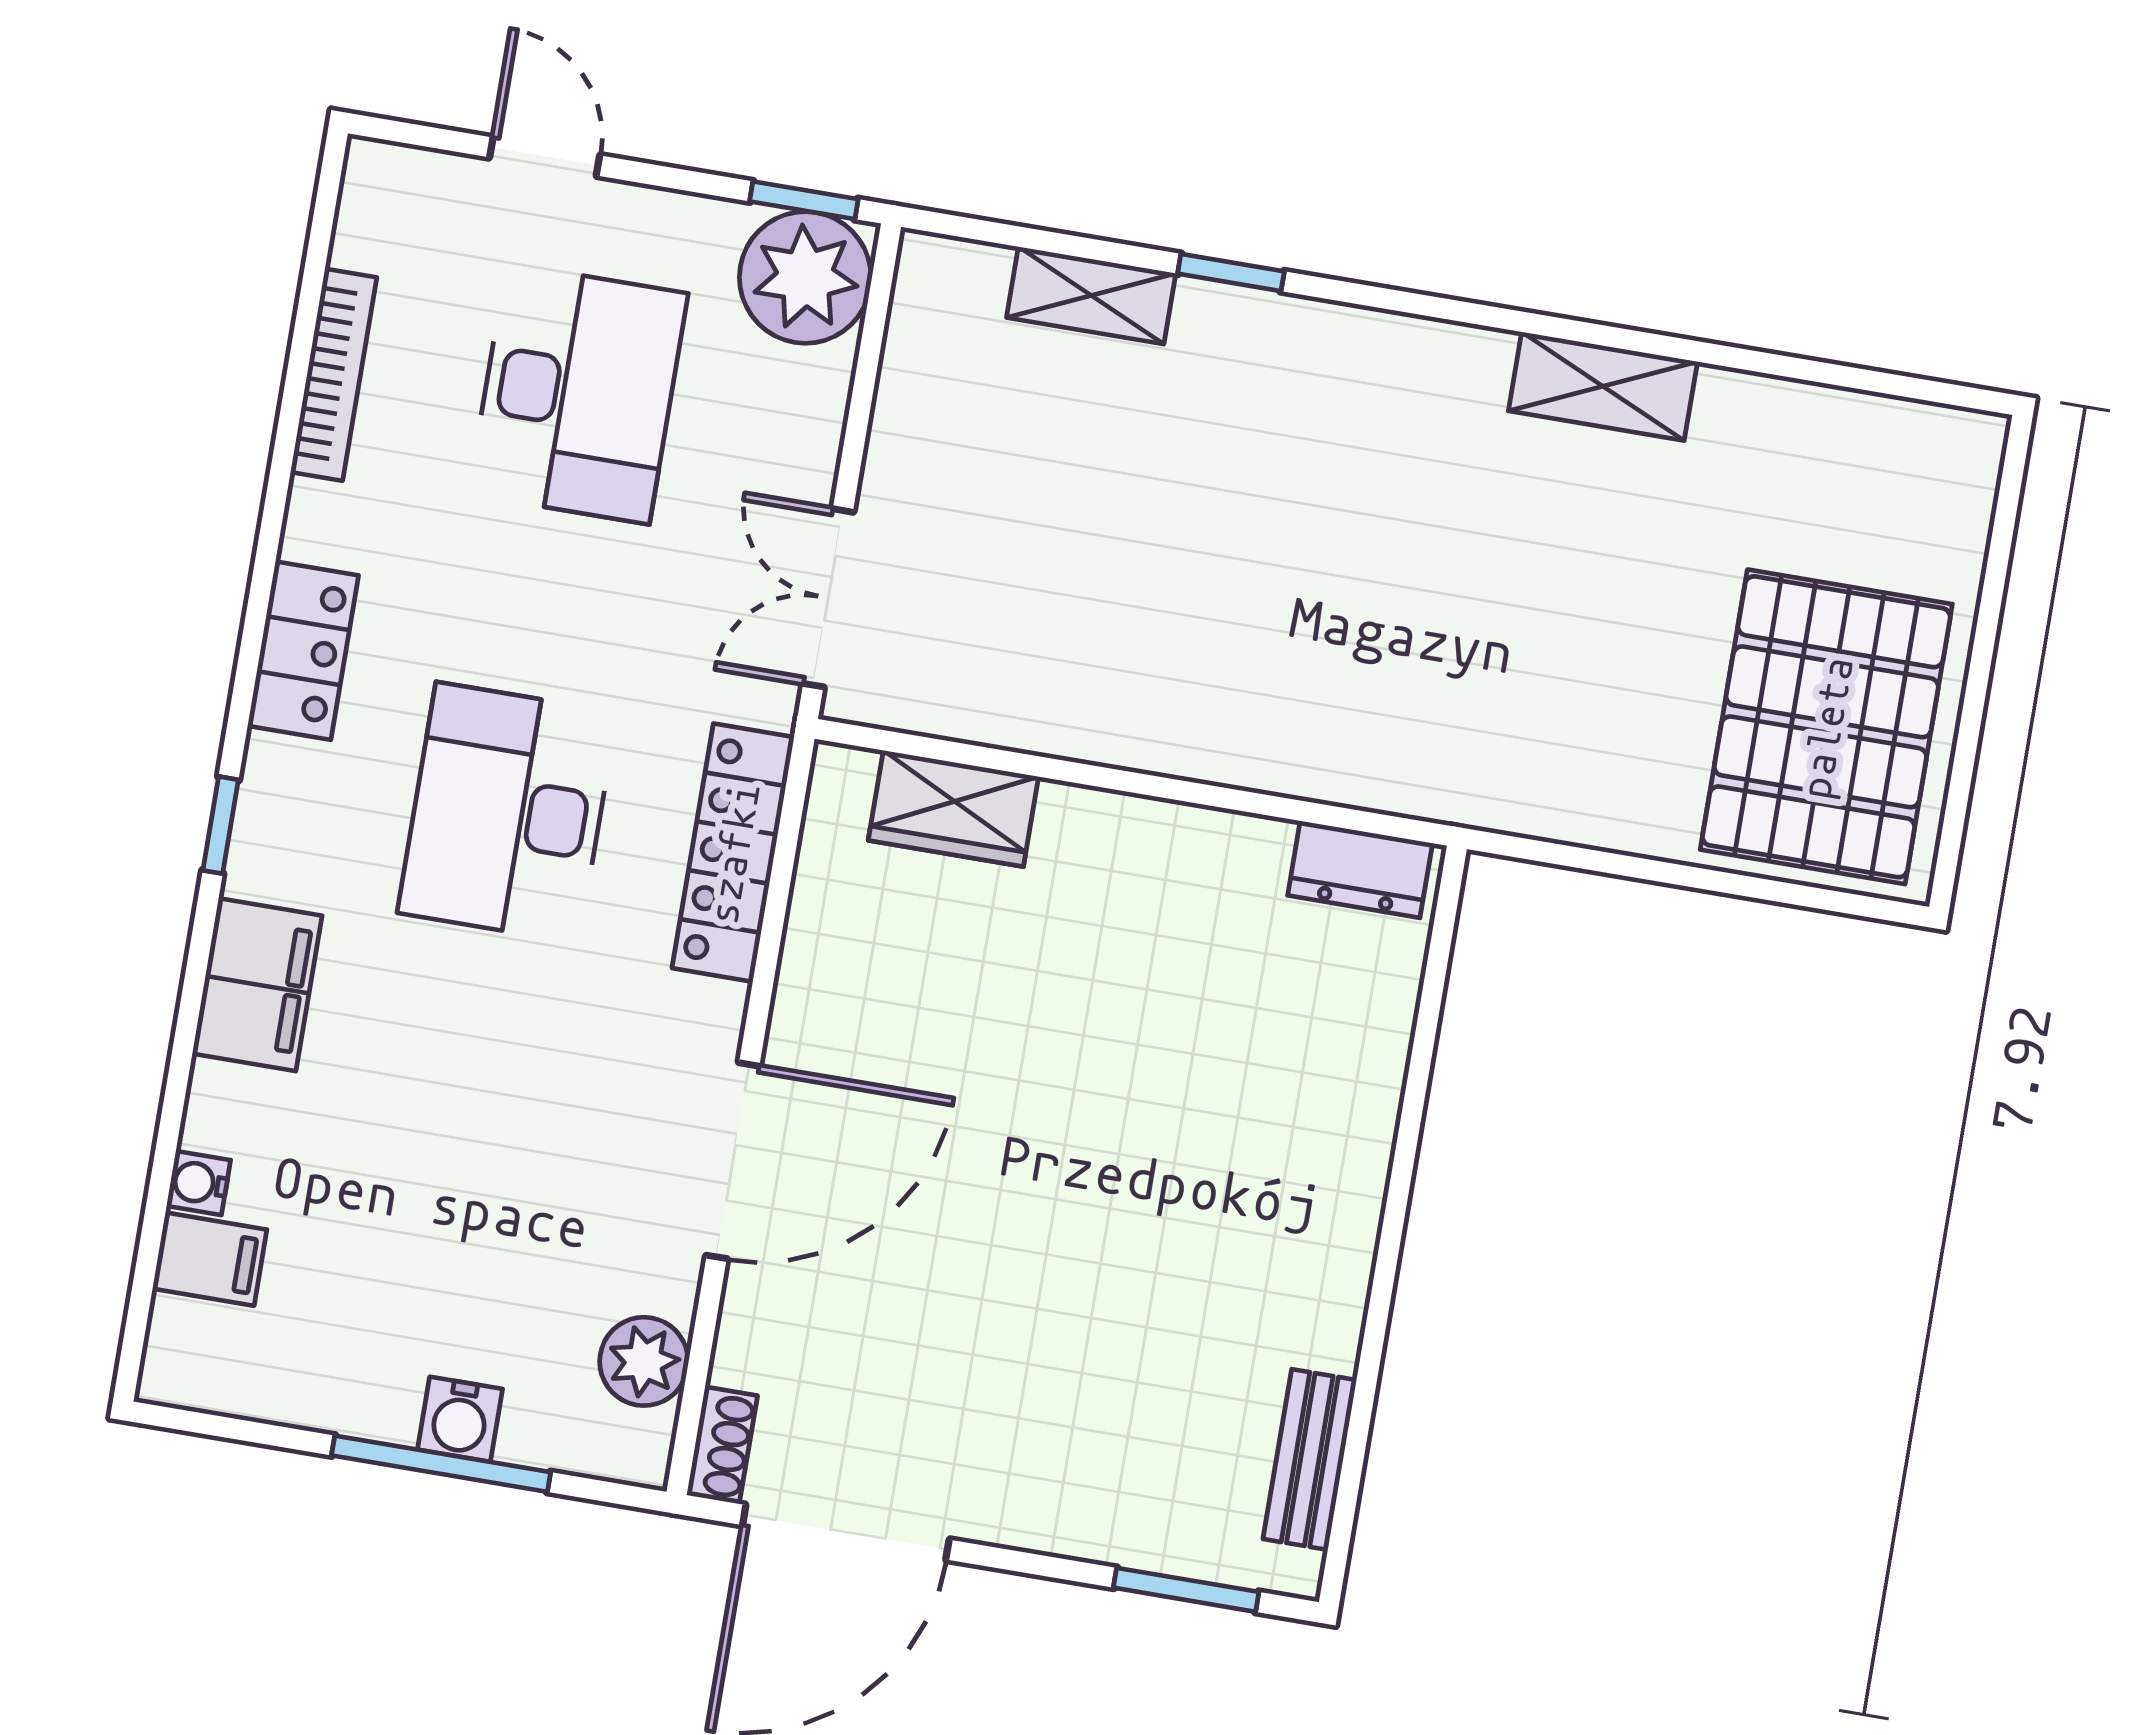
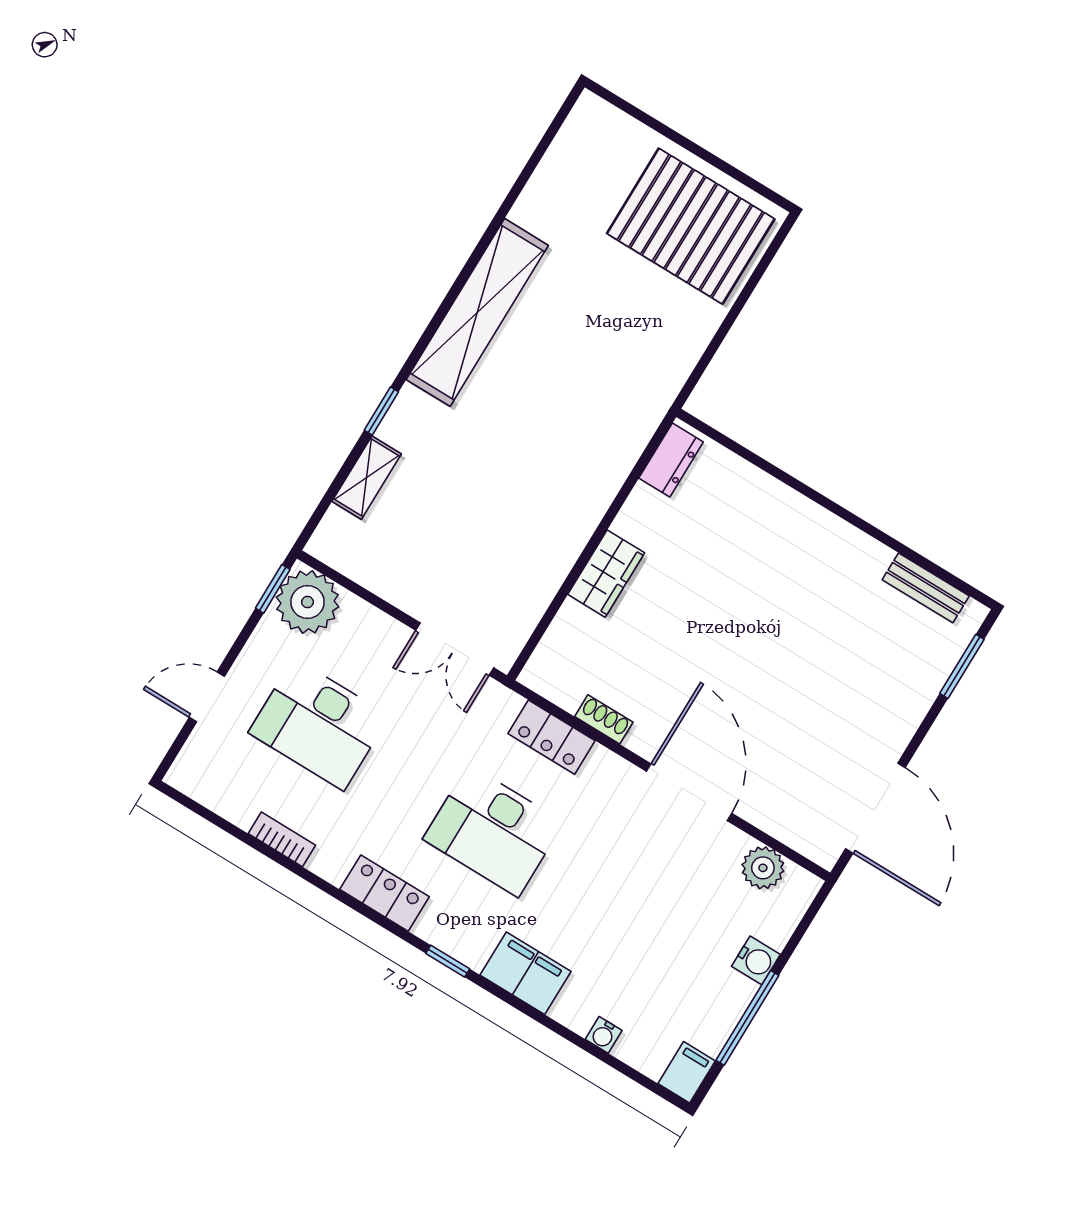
bookcase: (334, 375) -> (282, 839), width x0.64
shelving: (1603, 386) -> (477, 312), width x2.20, depth x1.33
desk: (578, 394) -> (319, 724), turned 180
wardrobe: (953, 809) -> (606, 574), moved
locker: (733, 853) -> (552, 737), width x0.66
filing cabinet: (210, 1259) -> (687, 1072), moved
shoe rack: (722, 1445) -> (604, 719), moved
window: (441, 1464) -> (747, 1018), moved

